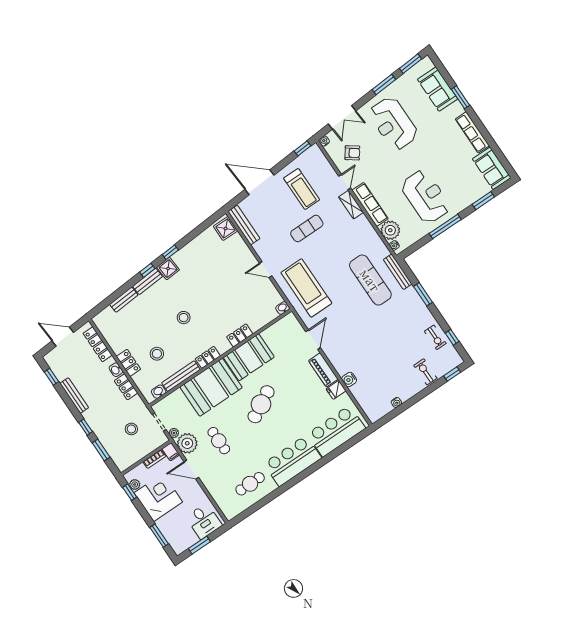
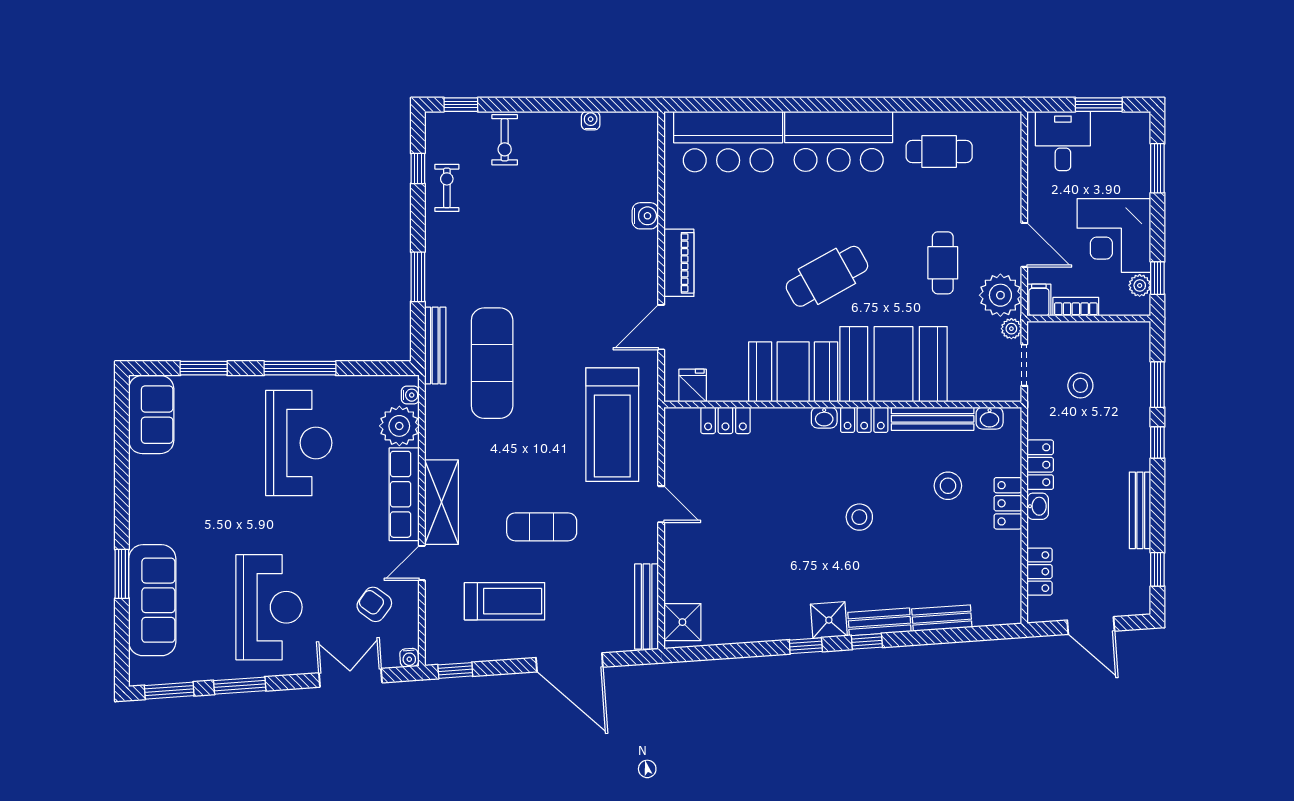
sofa: (438, 89) -> (152, 600), width x1.36
row of seats: (472, 132) -> (143, 499), removed
treadmill: (302, 189) -> (505, 601), turned 90
reception desk: (426, 197) -> (299, 443), turned 180
shelving: (351, 205) -> (441, 502), width x1.50, depth x1.33
washbasin: (283, 308) -> (824, 418), moved
locker: (240, 335) -> (725, 420), moved
locker: (98, 344) -> (1040, 572), width x0.66
fridge: (336, 390) -> (693, 386), moved, turned -90

